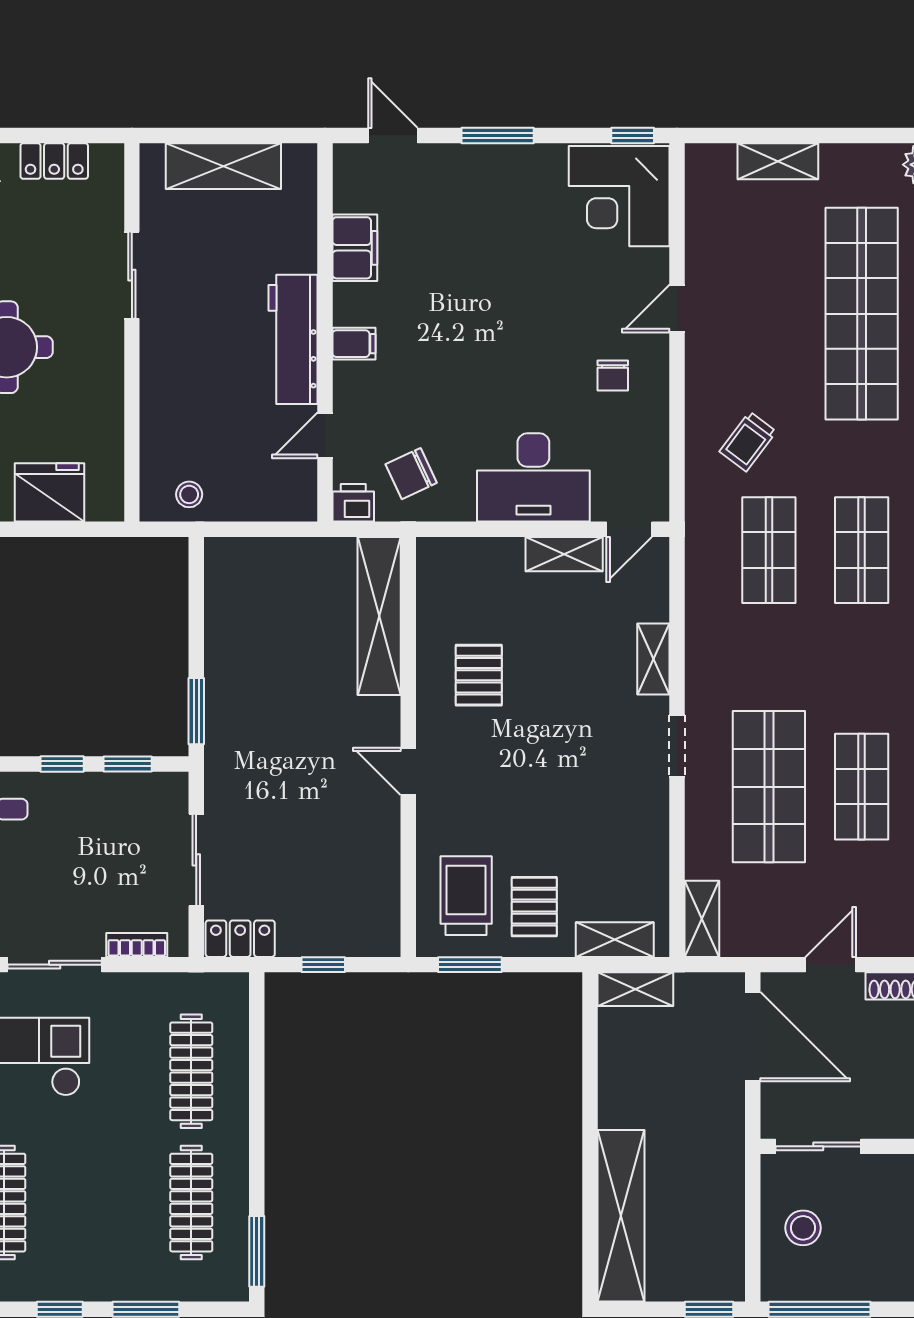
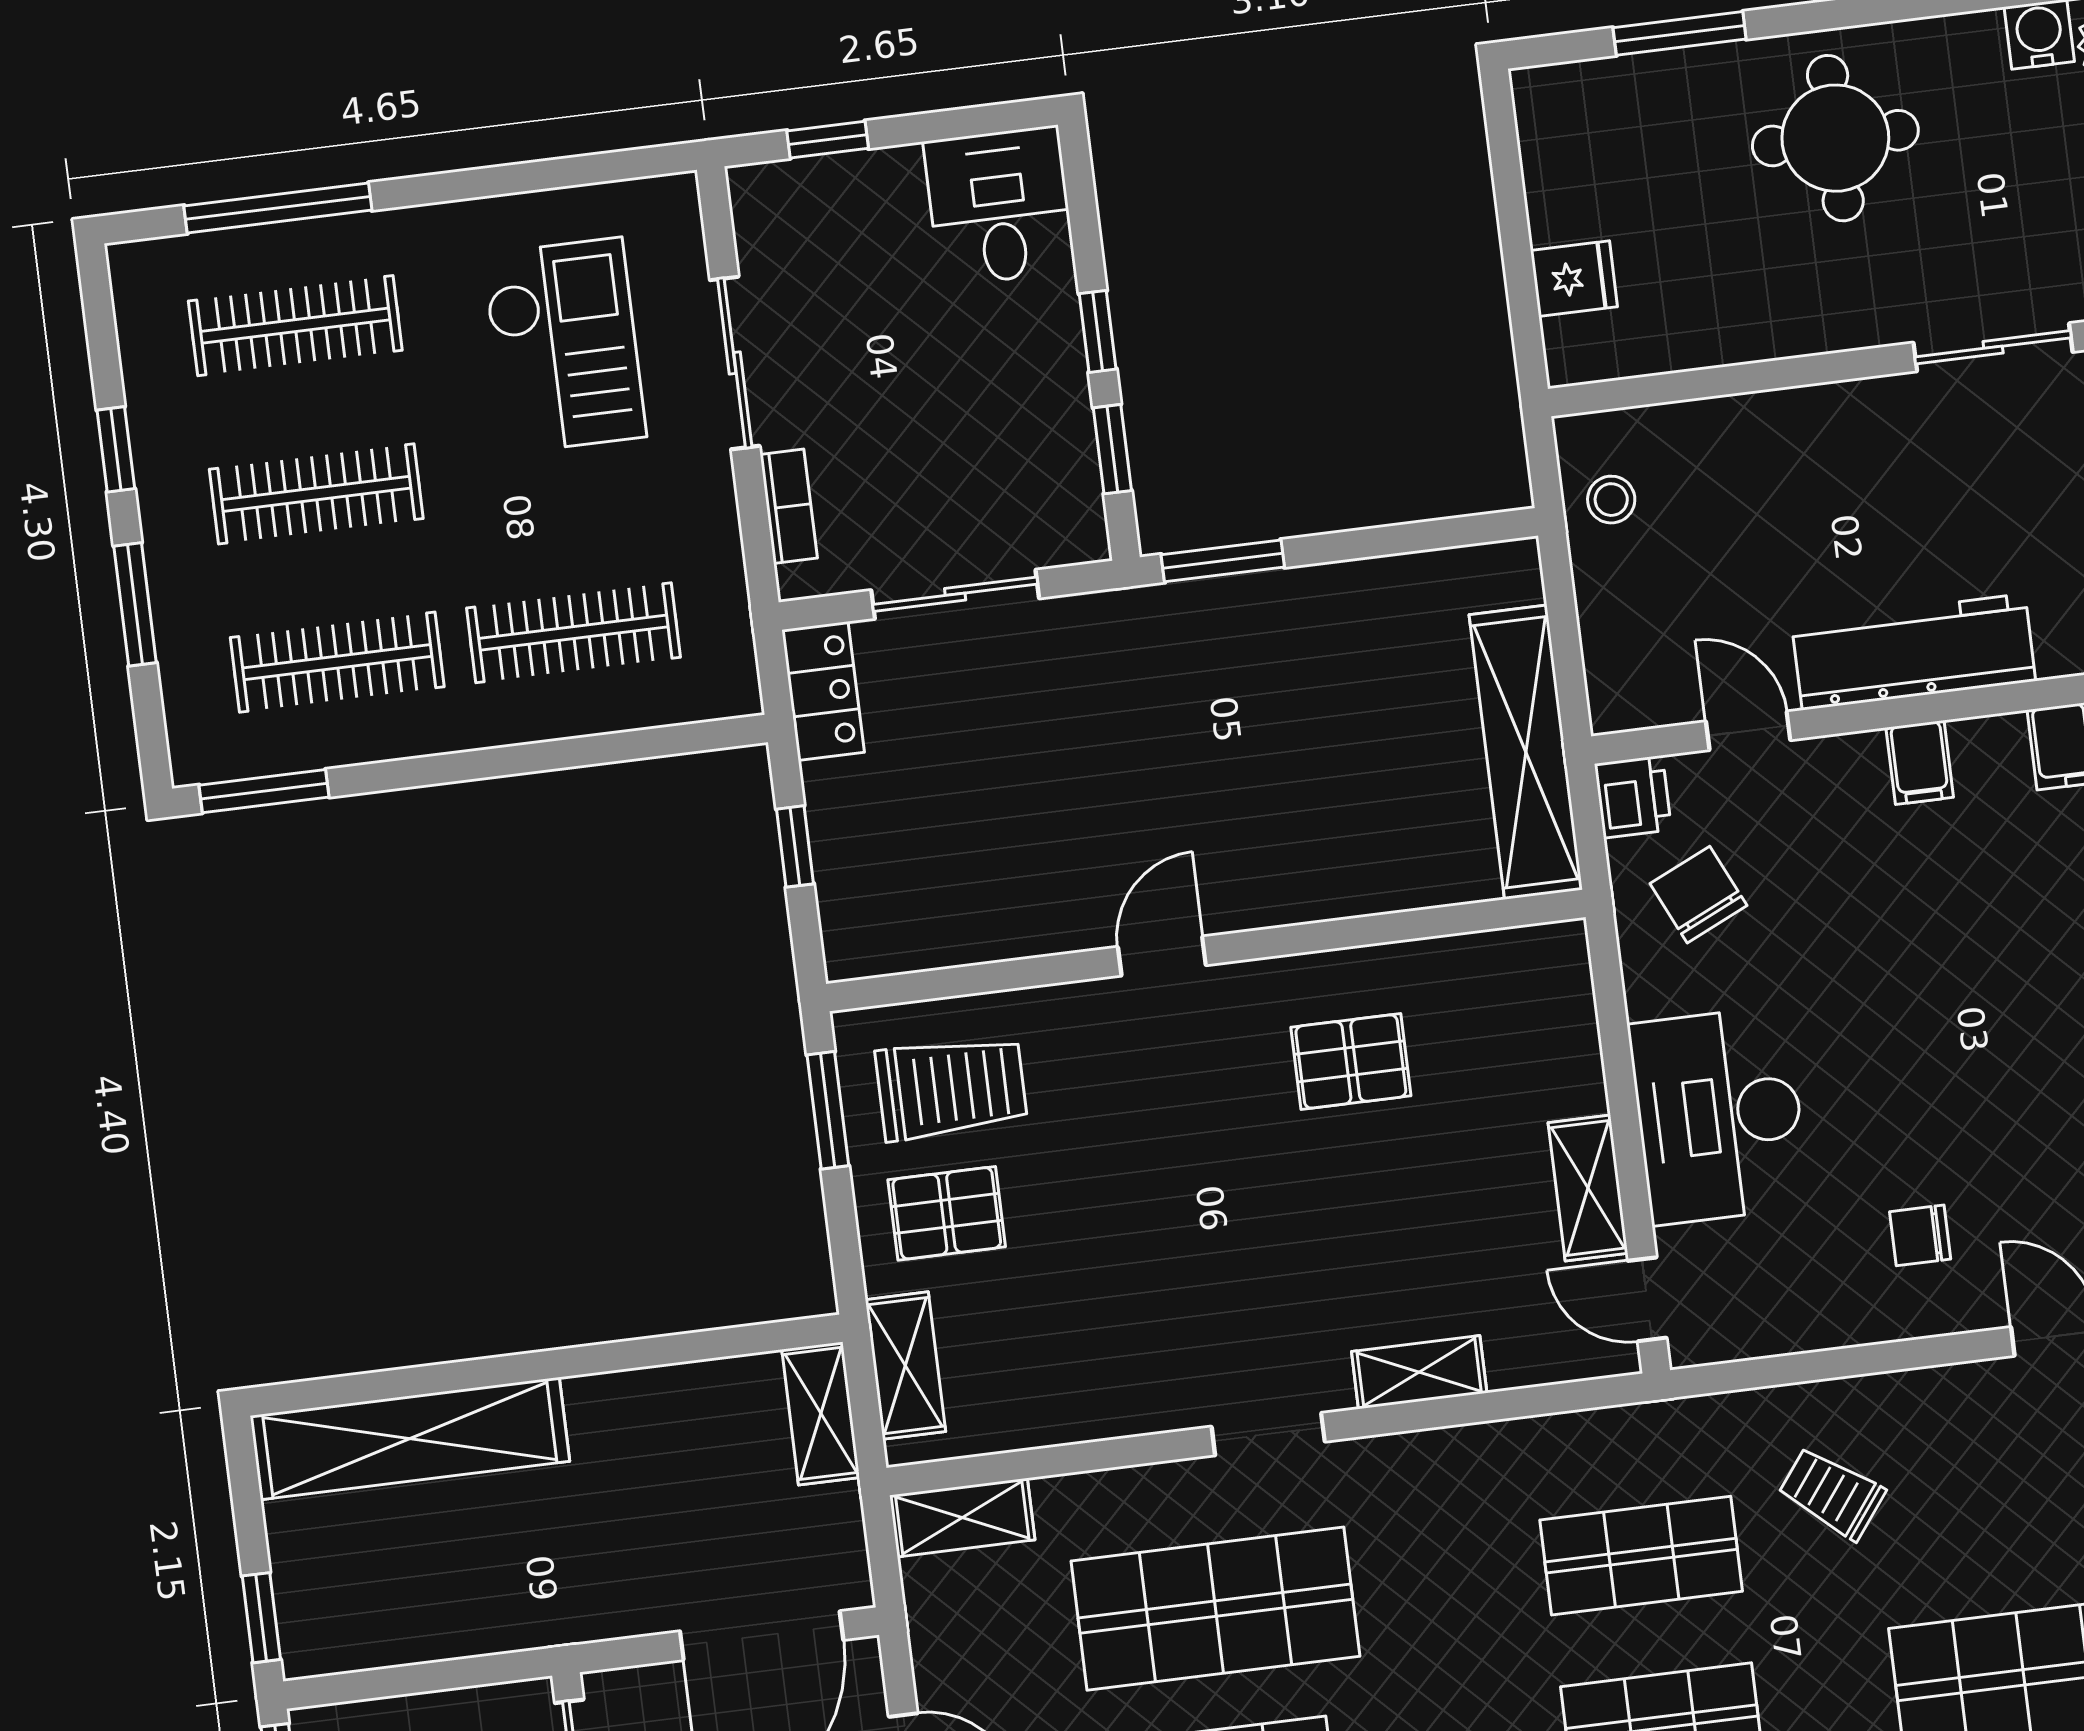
fridge: (49, 492) -> (1574, 279), width x0.53, depth x0.75
shelving: (379, 616) -> (1526, 752), moved, turned 90
clothes rail: (98, 1203) -> (316, 494), added

